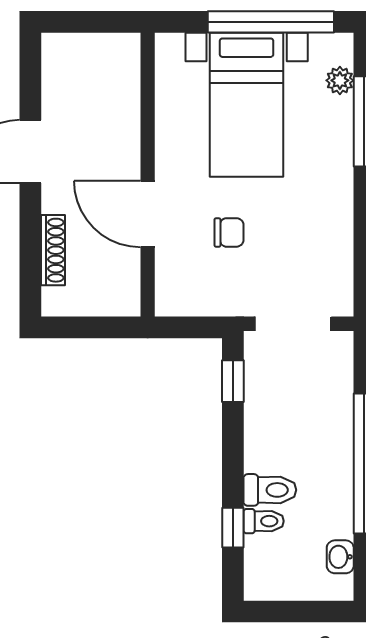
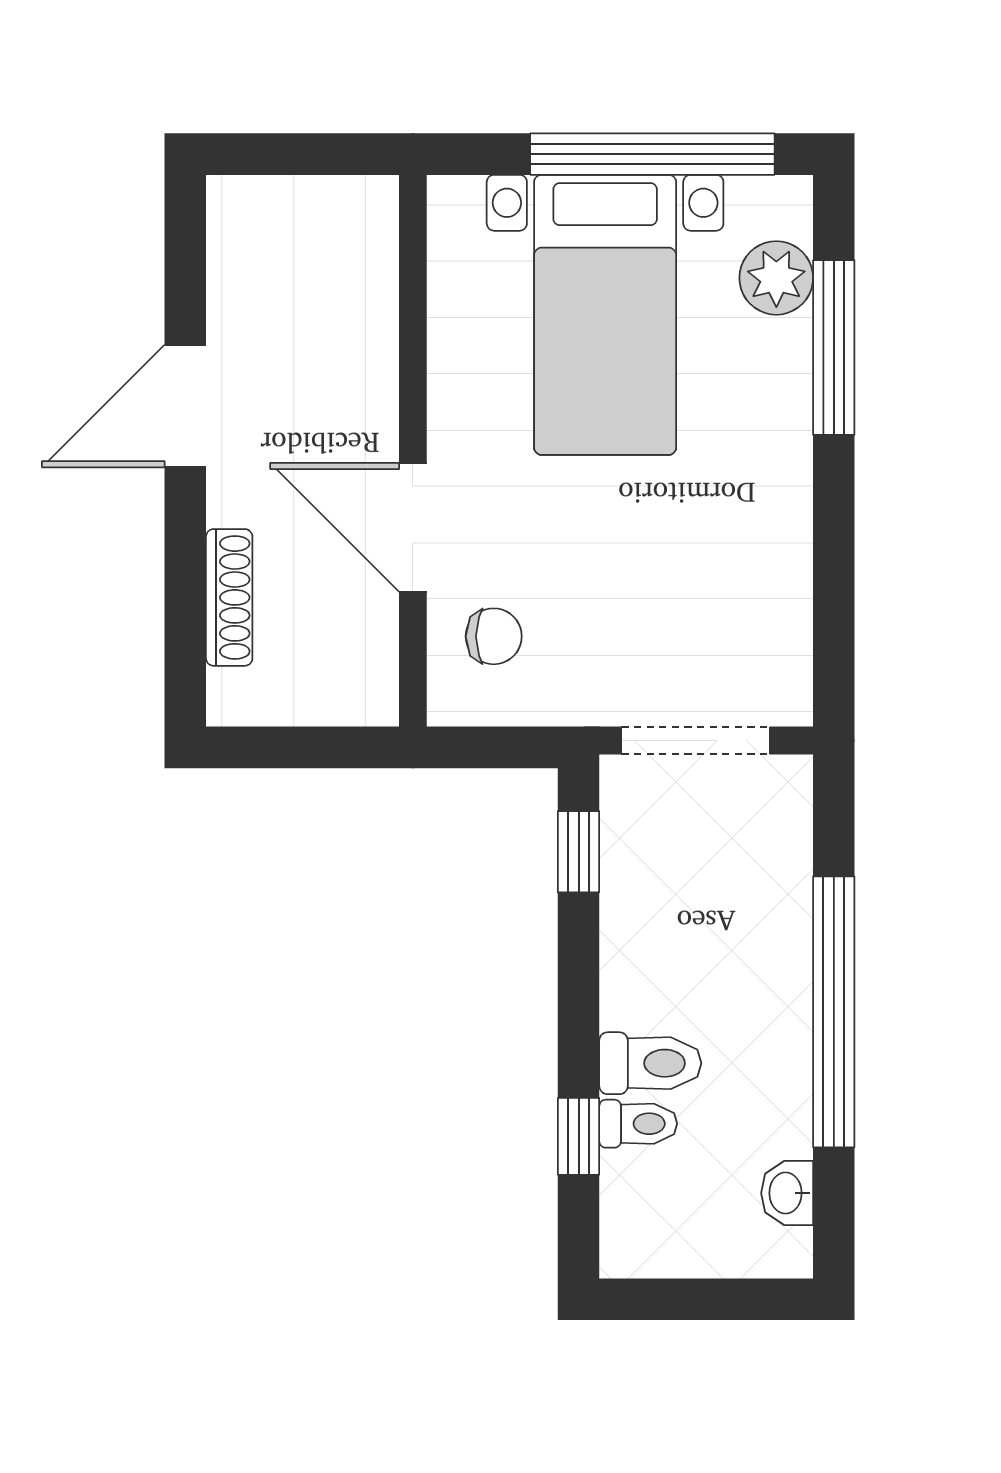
plant: (340, 80) -> (776, 278), width x1.38, depth x1.38
chair: (229, 232) -> (494, 636), moved

